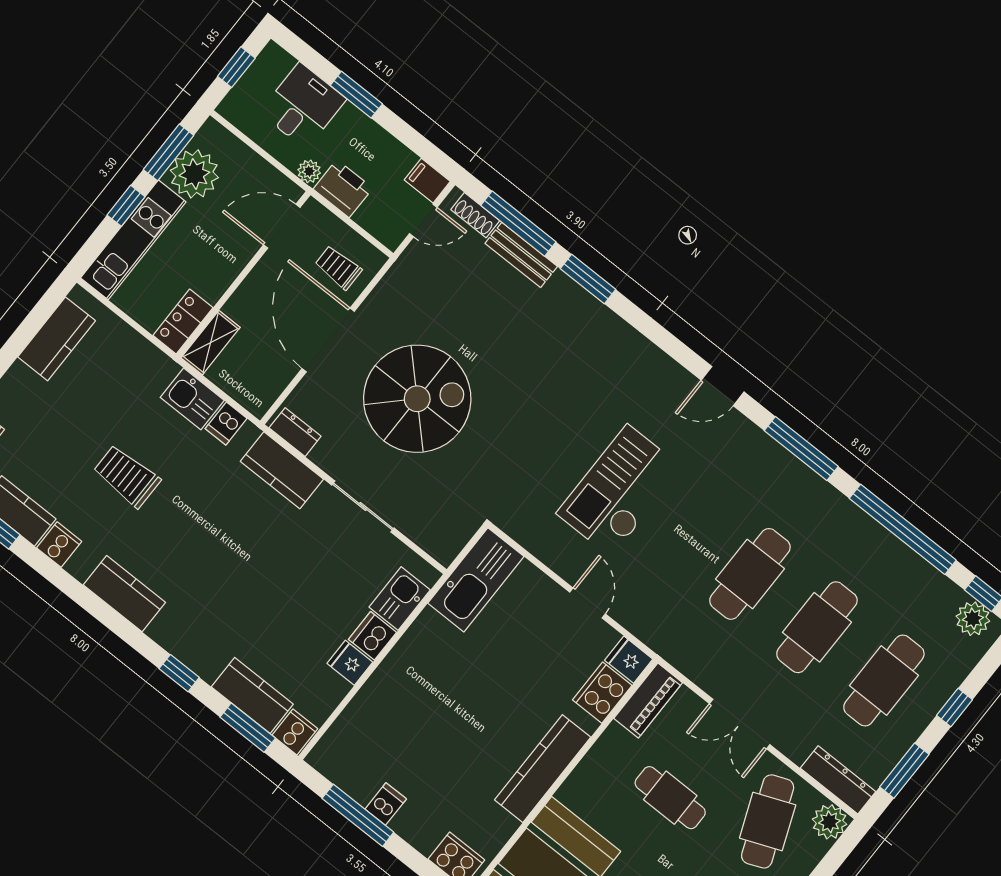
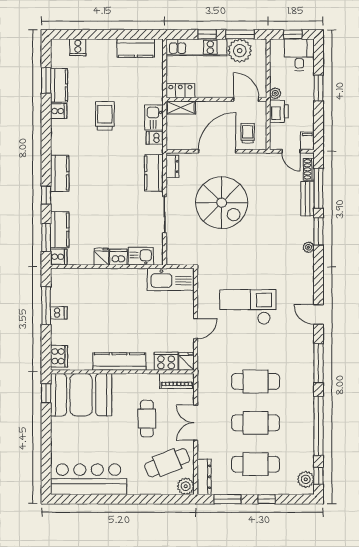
desk: (303, 106) -> (299, 55), moved, turned -90
plant: (601, 316) -> (309, 247), added
kitchen counter: (124, 594) -> (60, 173), moved

